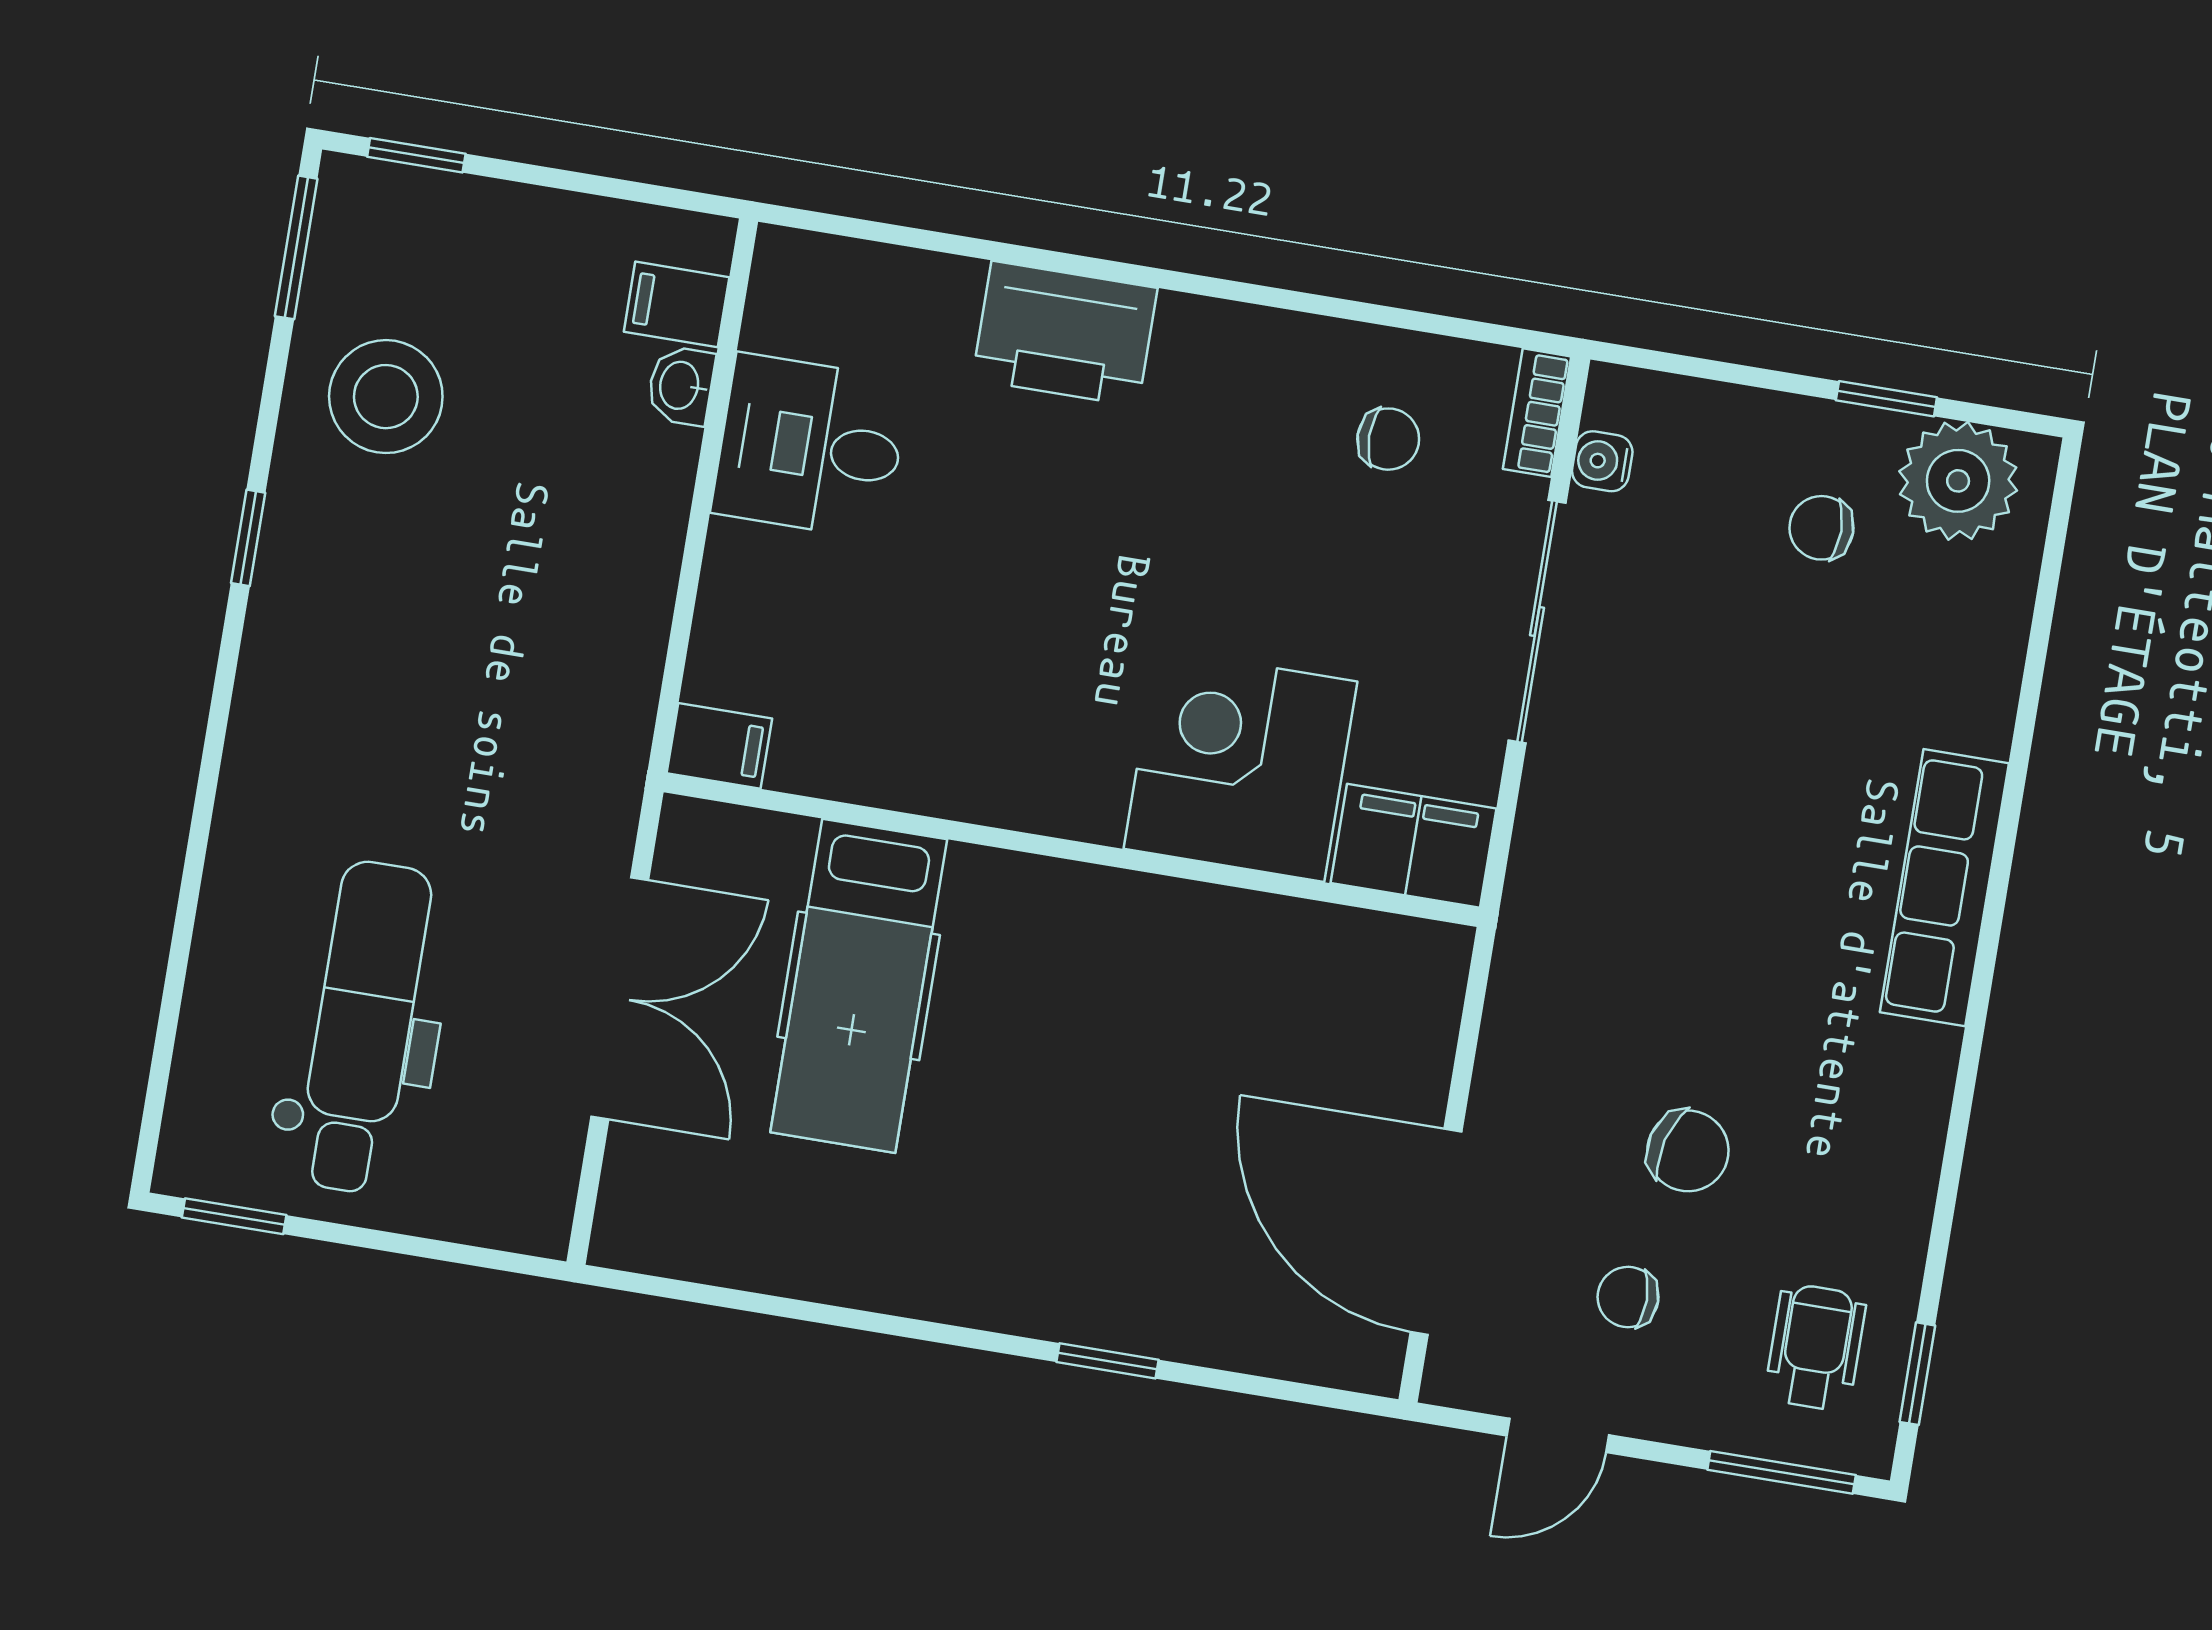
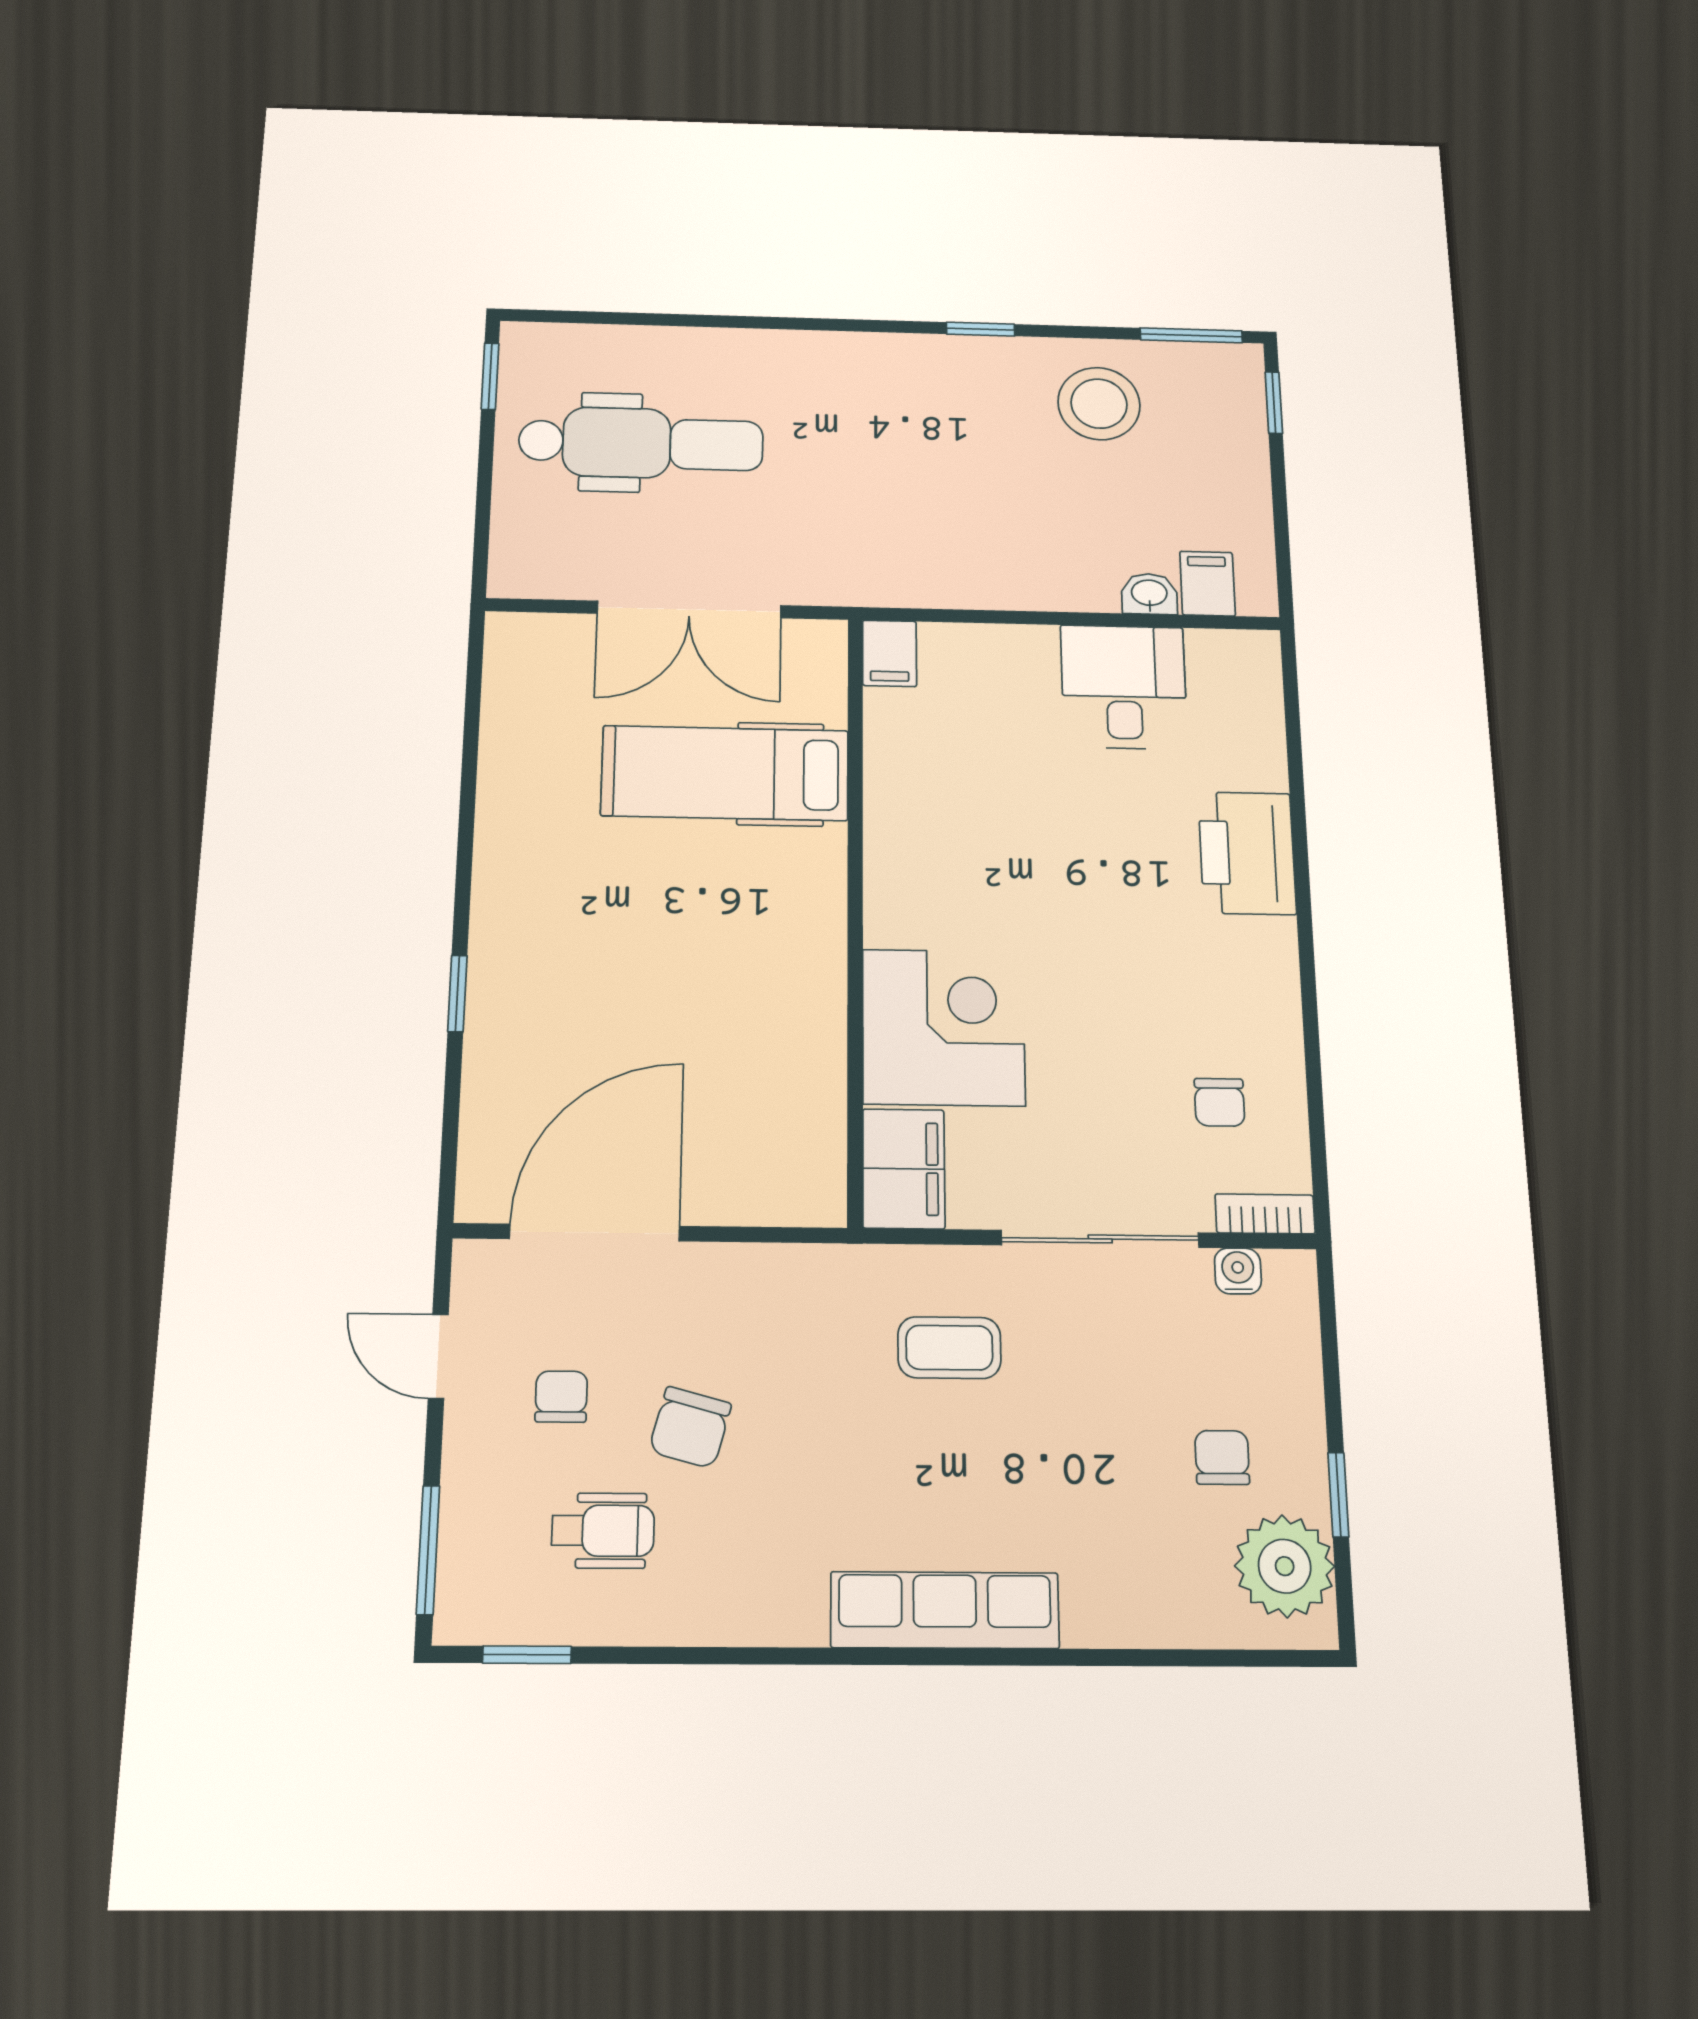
coffee table: (1641, 829) -> (949, 1348), added
wheelchair: (1815, 1347) -> (603, 1531), moved

